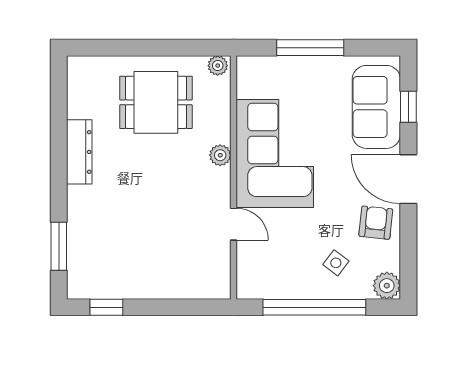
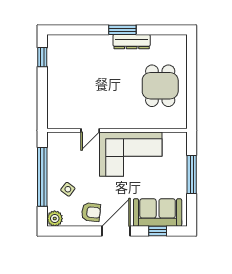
plant: (218, 66) -> (181, 121), removed
plant: (220, 155) -> (130, 123), removed
window: (59, 246) -> (122, 30), moved

